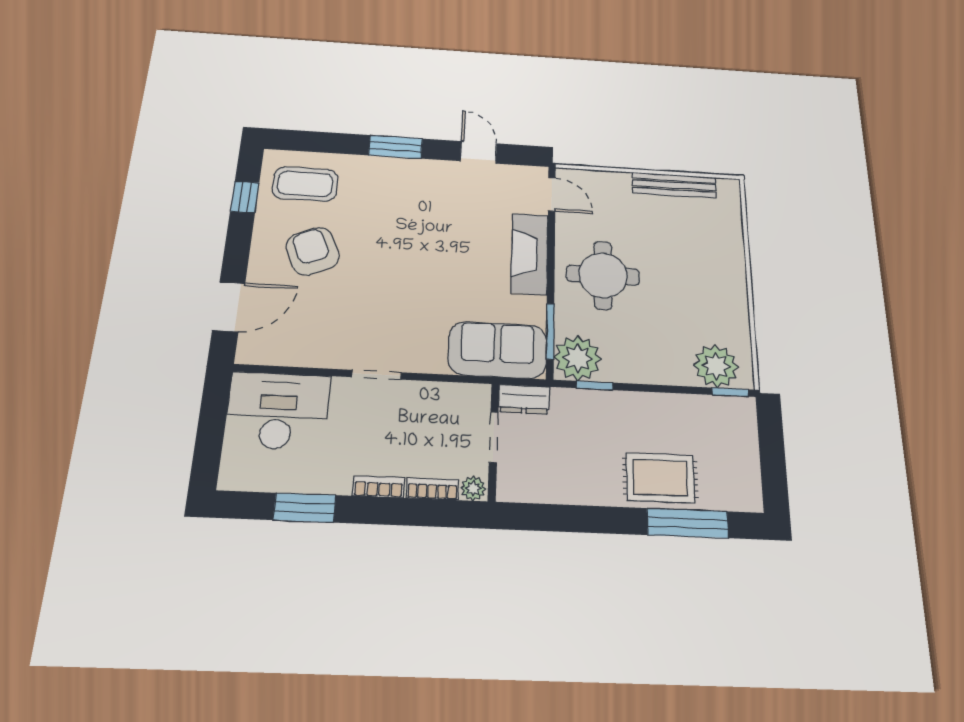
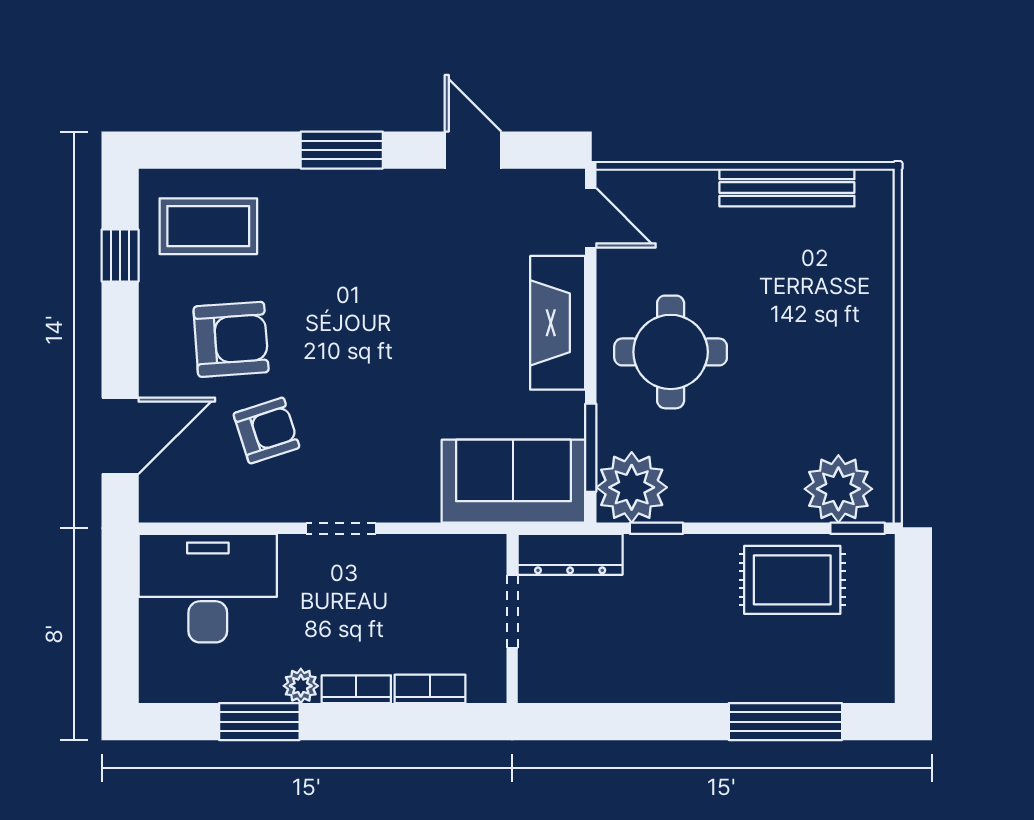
armchair: (313, 251) -> (231, 339), turned 110
armchair: (331, 309) -> (266, 431), added
dresser: (524, 399) -> (570, 554), width x1.44
rug: (660, 478) -> (792, 580), moved
plant: (473, 488) -> (301, 686), moved

